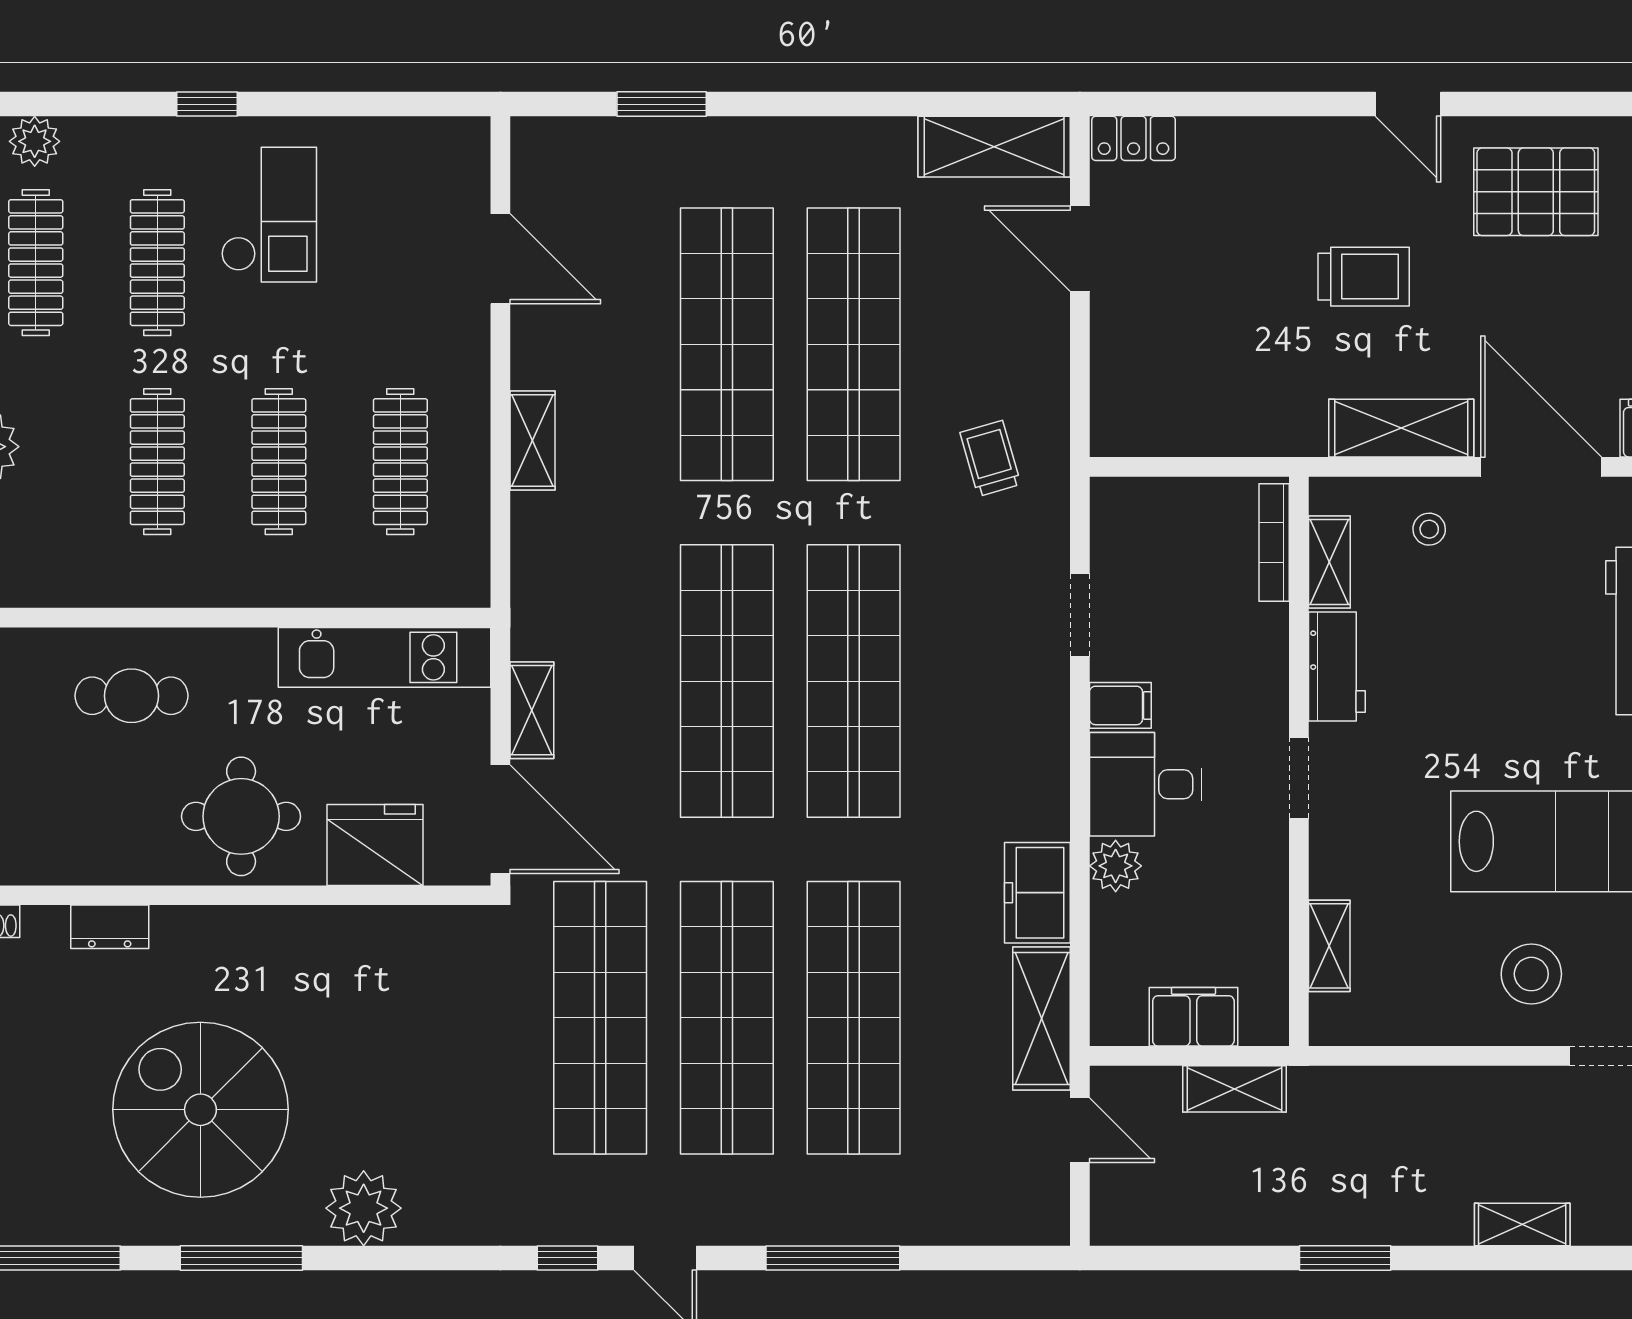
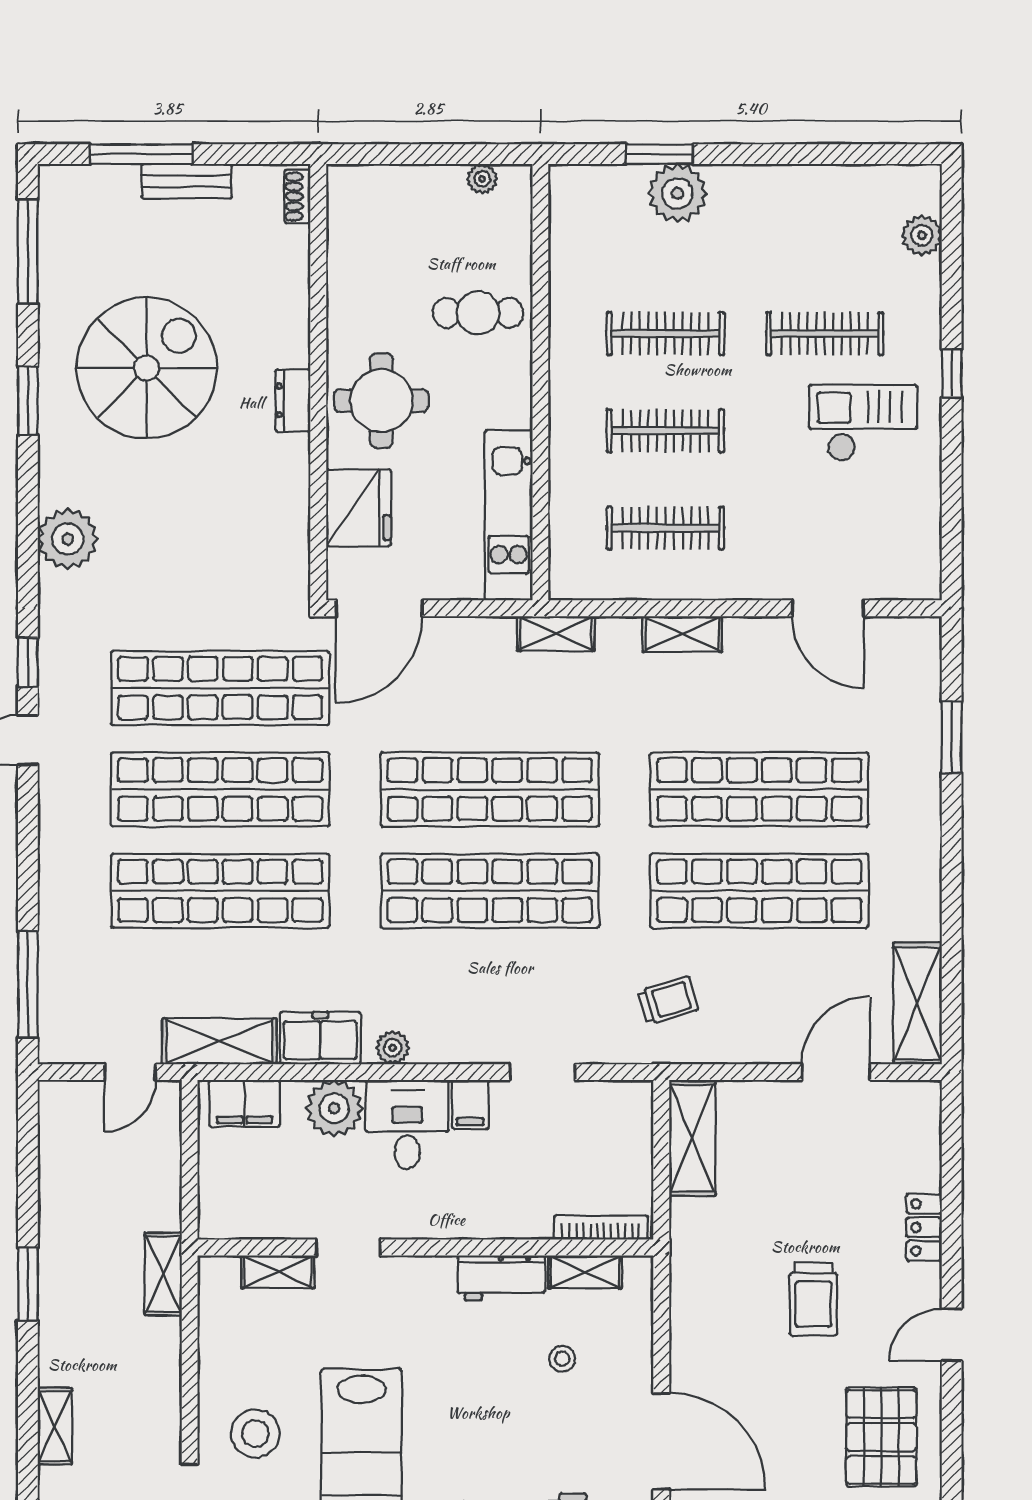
locker: (1134, 138) -> (924, 1227), moved
checkout: (269, 215) -> (863, 423), turned 180
door: (500, 259) -> (828, 608), hinge flipped
clothes rail: (36, 263) -> (825, 236), removed
shelving: (1401, 428) -> (692, 1138), moved
door: (1541, 467) -> (661, 1441), hinge flipped
stool: (1429, 529) -> (562, 1359), moved
cafe table: (132, 696) -> (478, 313), turned 90
shelving: (532, 710) -> (556, 633), moved
doorway: (1299, 778) -> (348, 1247), moved
plant: (1049, 802) -> (393, 1048), added
plant: (1116, 866) -> (334, 1108), width x1.36, depth x1.36
dresser: (110, 927) -> (293, 400), moved
filing cabinet: (1193, 1017) -> (245, 1103), moved, turned 90
shelving: (1235, 1089) -> (163, 1274), moved
plant: (364, 1208) -> (68, 539), moved
window: (241, 1258) -> (28, 401), width x0.69
window: (833, 1258) -> (28, 984), moved

